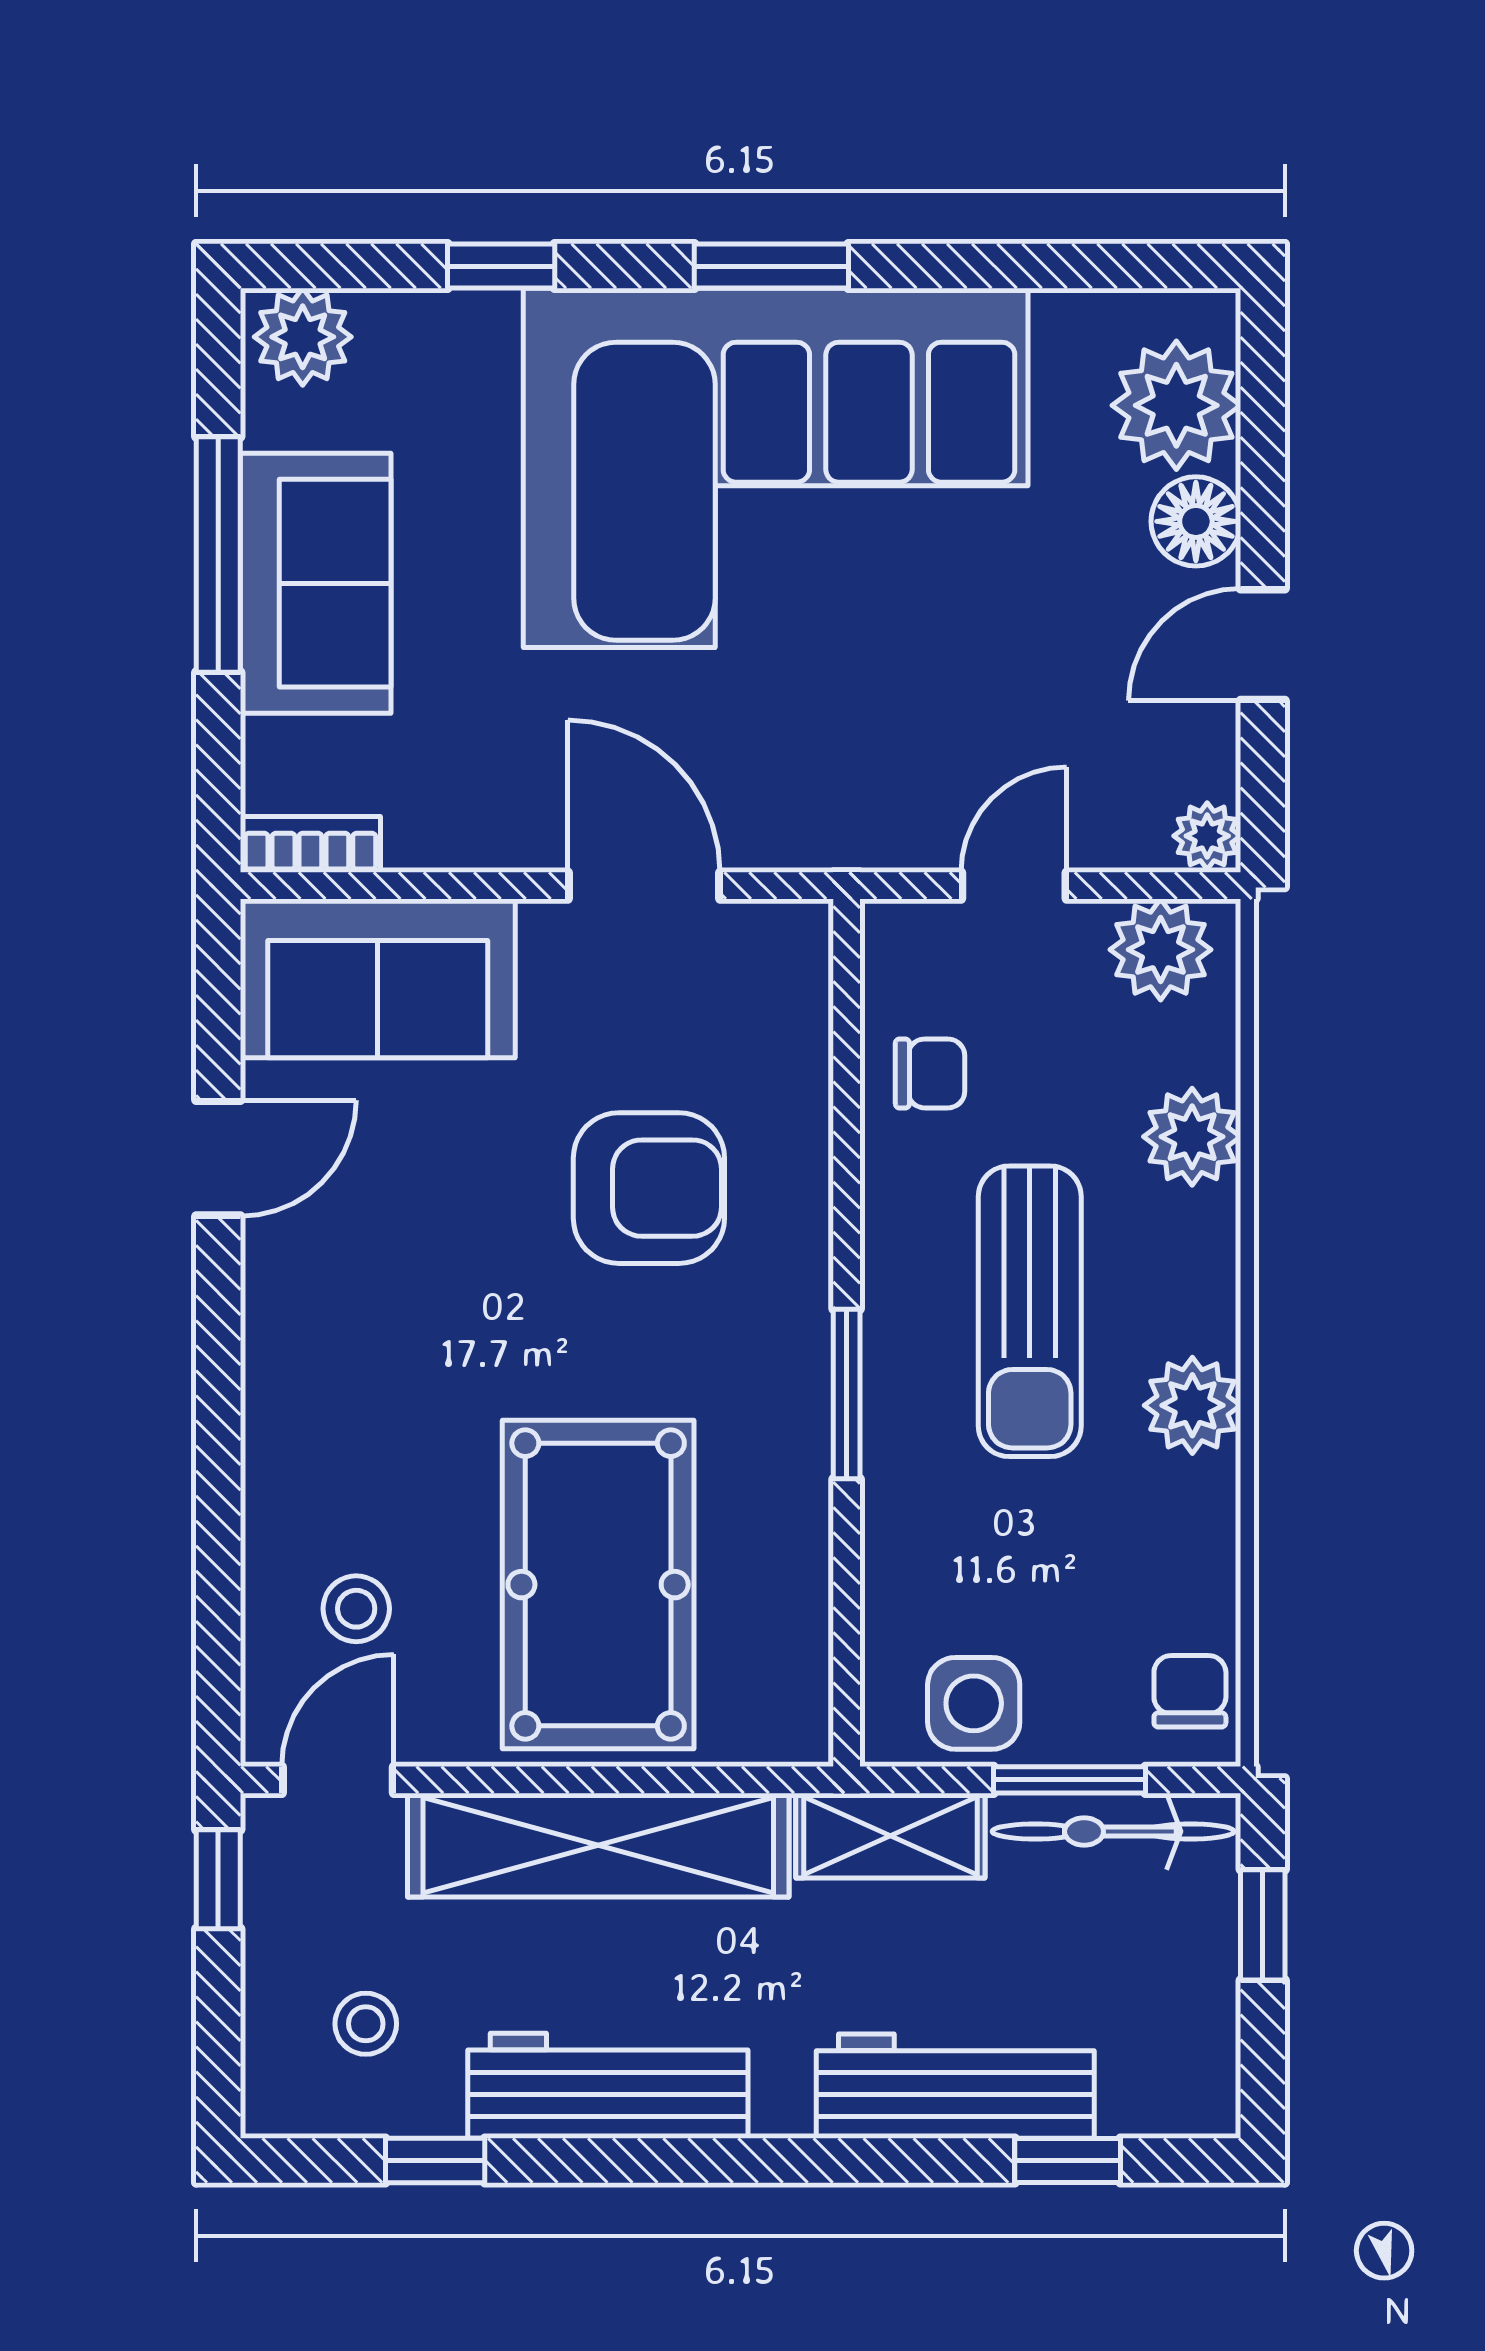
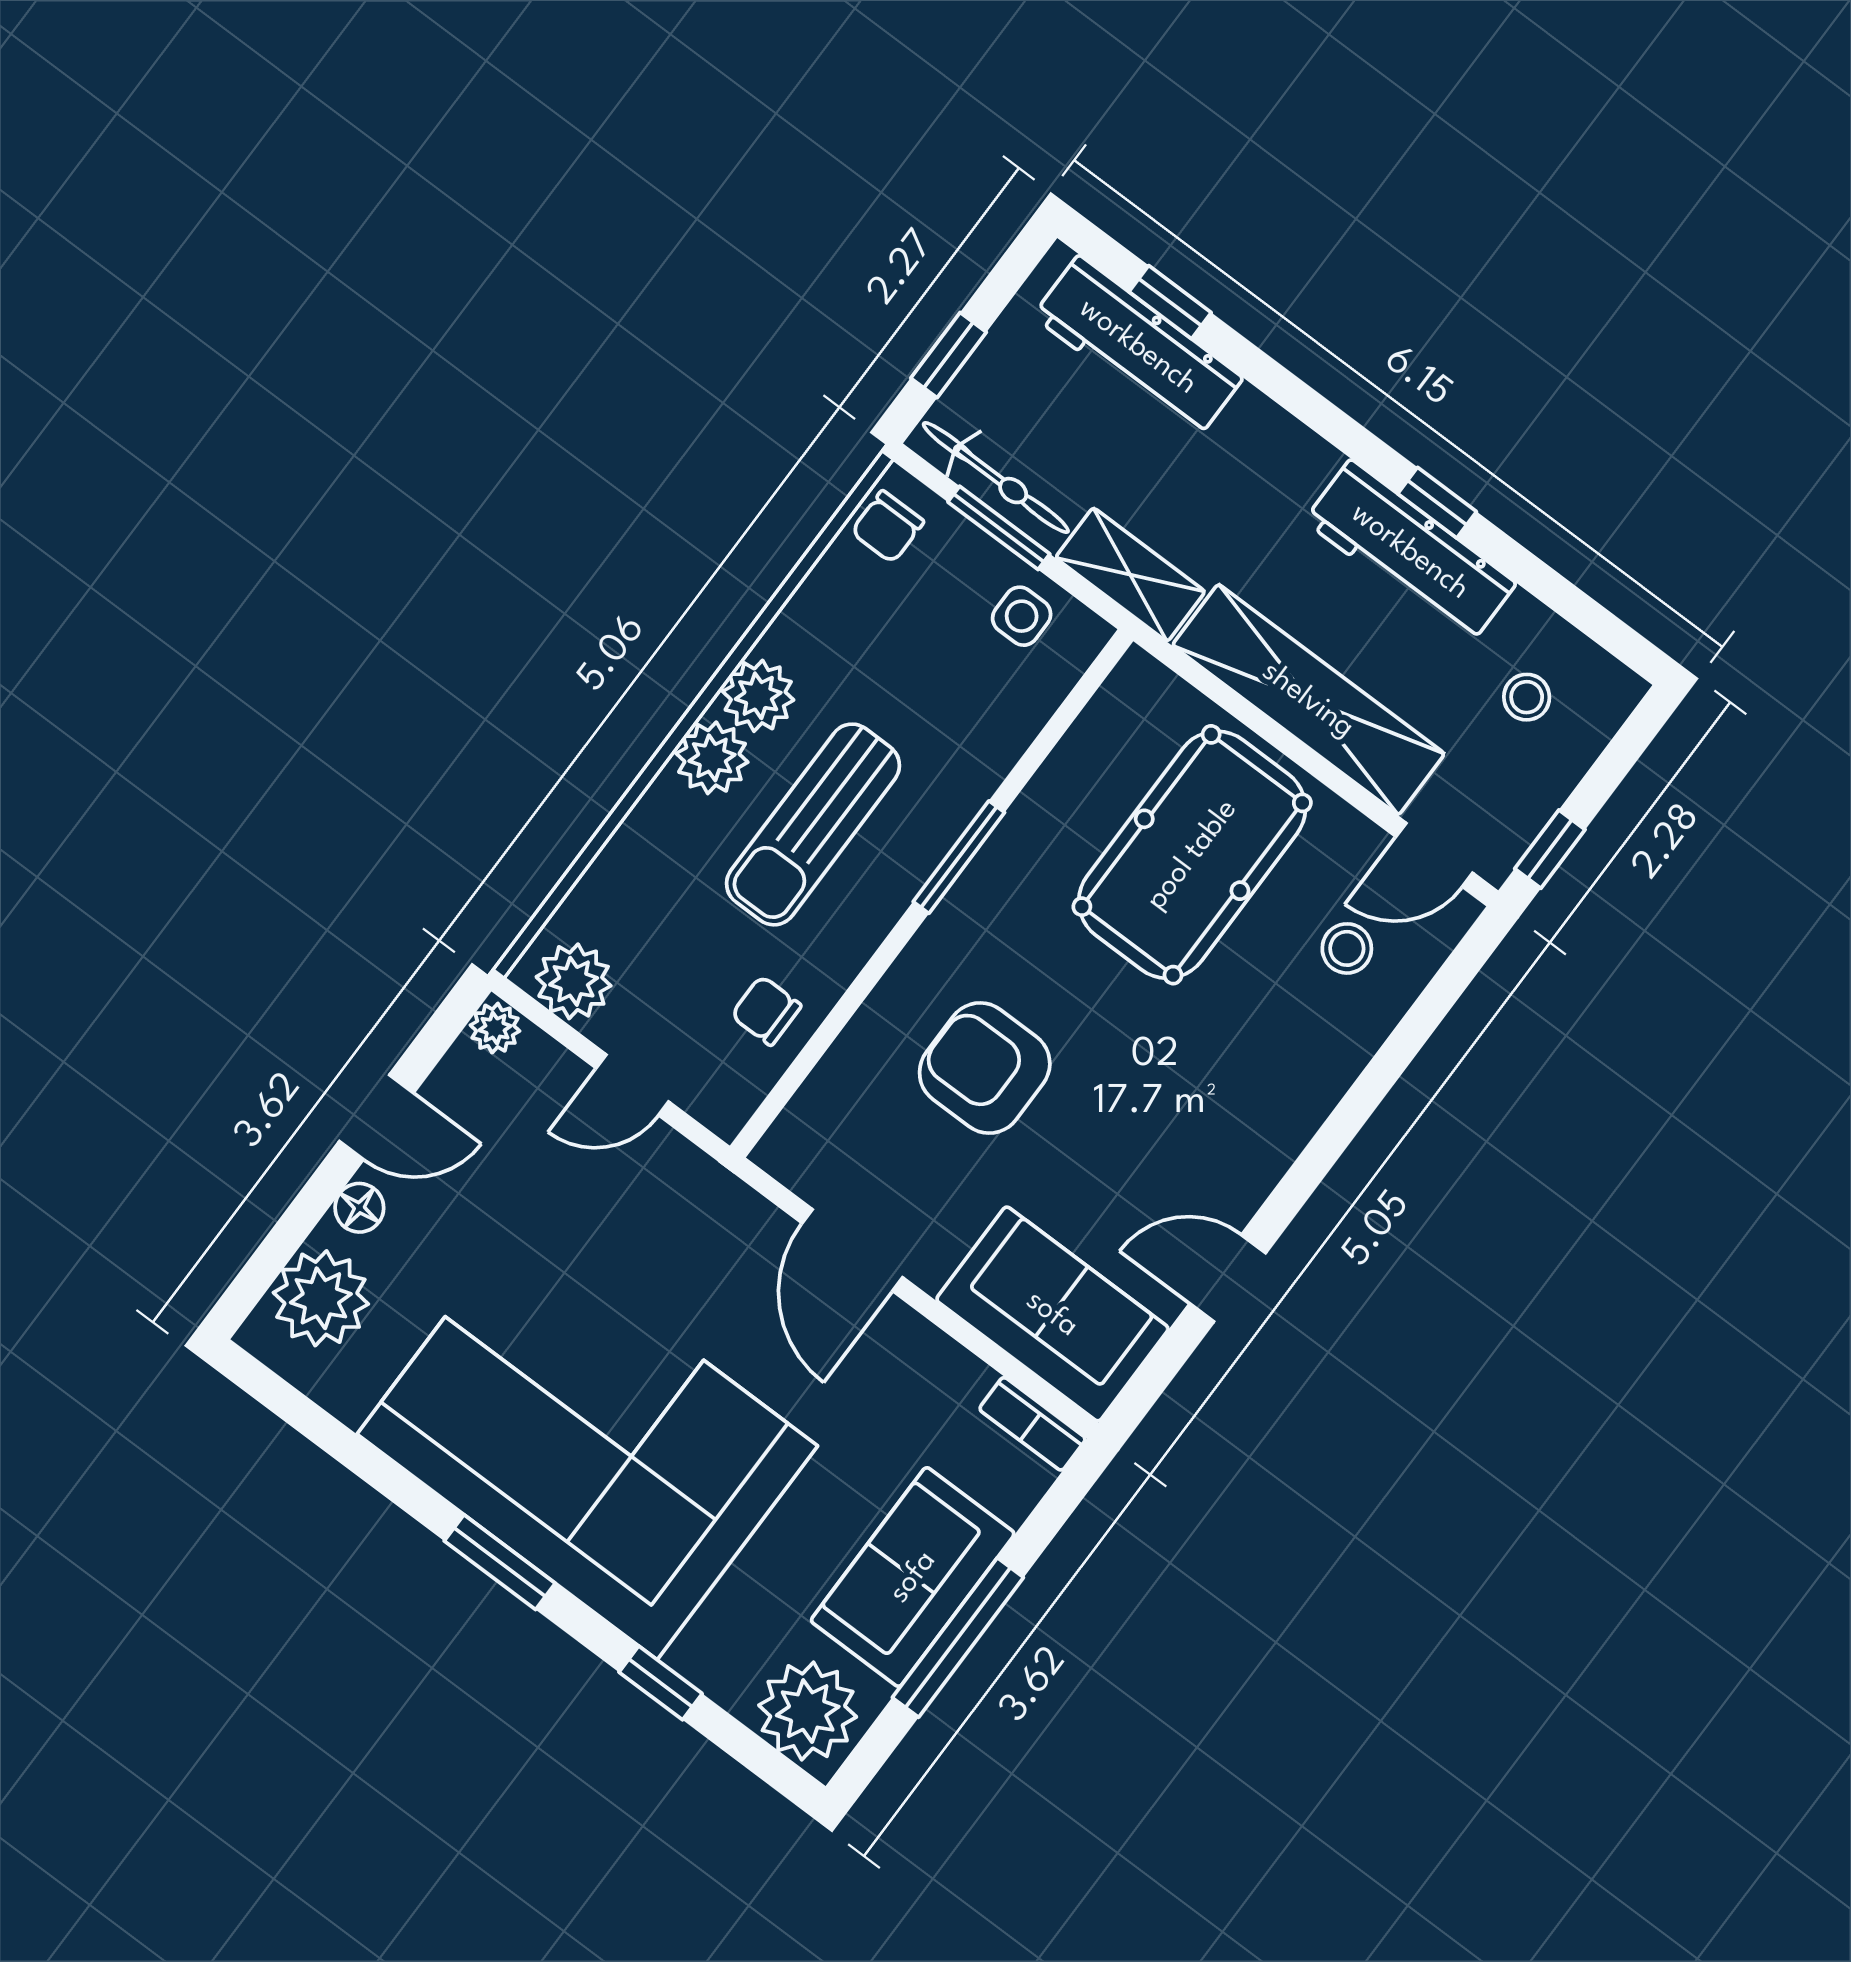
plant: (303, 337) -> (808, 1711), width x1.36, depth x1.36
floor lamp: (1196, 521) -> (359, 1208), width x0.73, depth x0.73
plant: (1192, 1137) -> (712, 758), moved
sun lounger: (1030, 1311) -> (813, 824), turned 180
side table: (974, 1703) -> (1022, 616), width x0.73, depth x0.73
workbench: (955, 2086) -> (1138, 347), moved
window: (435, 2160) -> (1437, 503), moved

